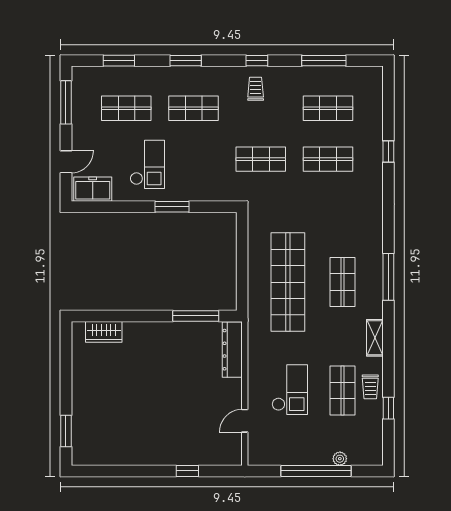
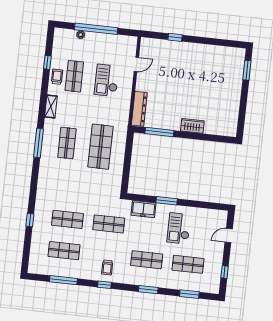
window: (66, 102) -> (225, 272), width x0.46
freezer: (93, 189) -> (144, 209), moved
shop shelf: (288, 282) -> (100, 147), width x0.71
wardrobe: (104, 332) -> (192, 126), moved

